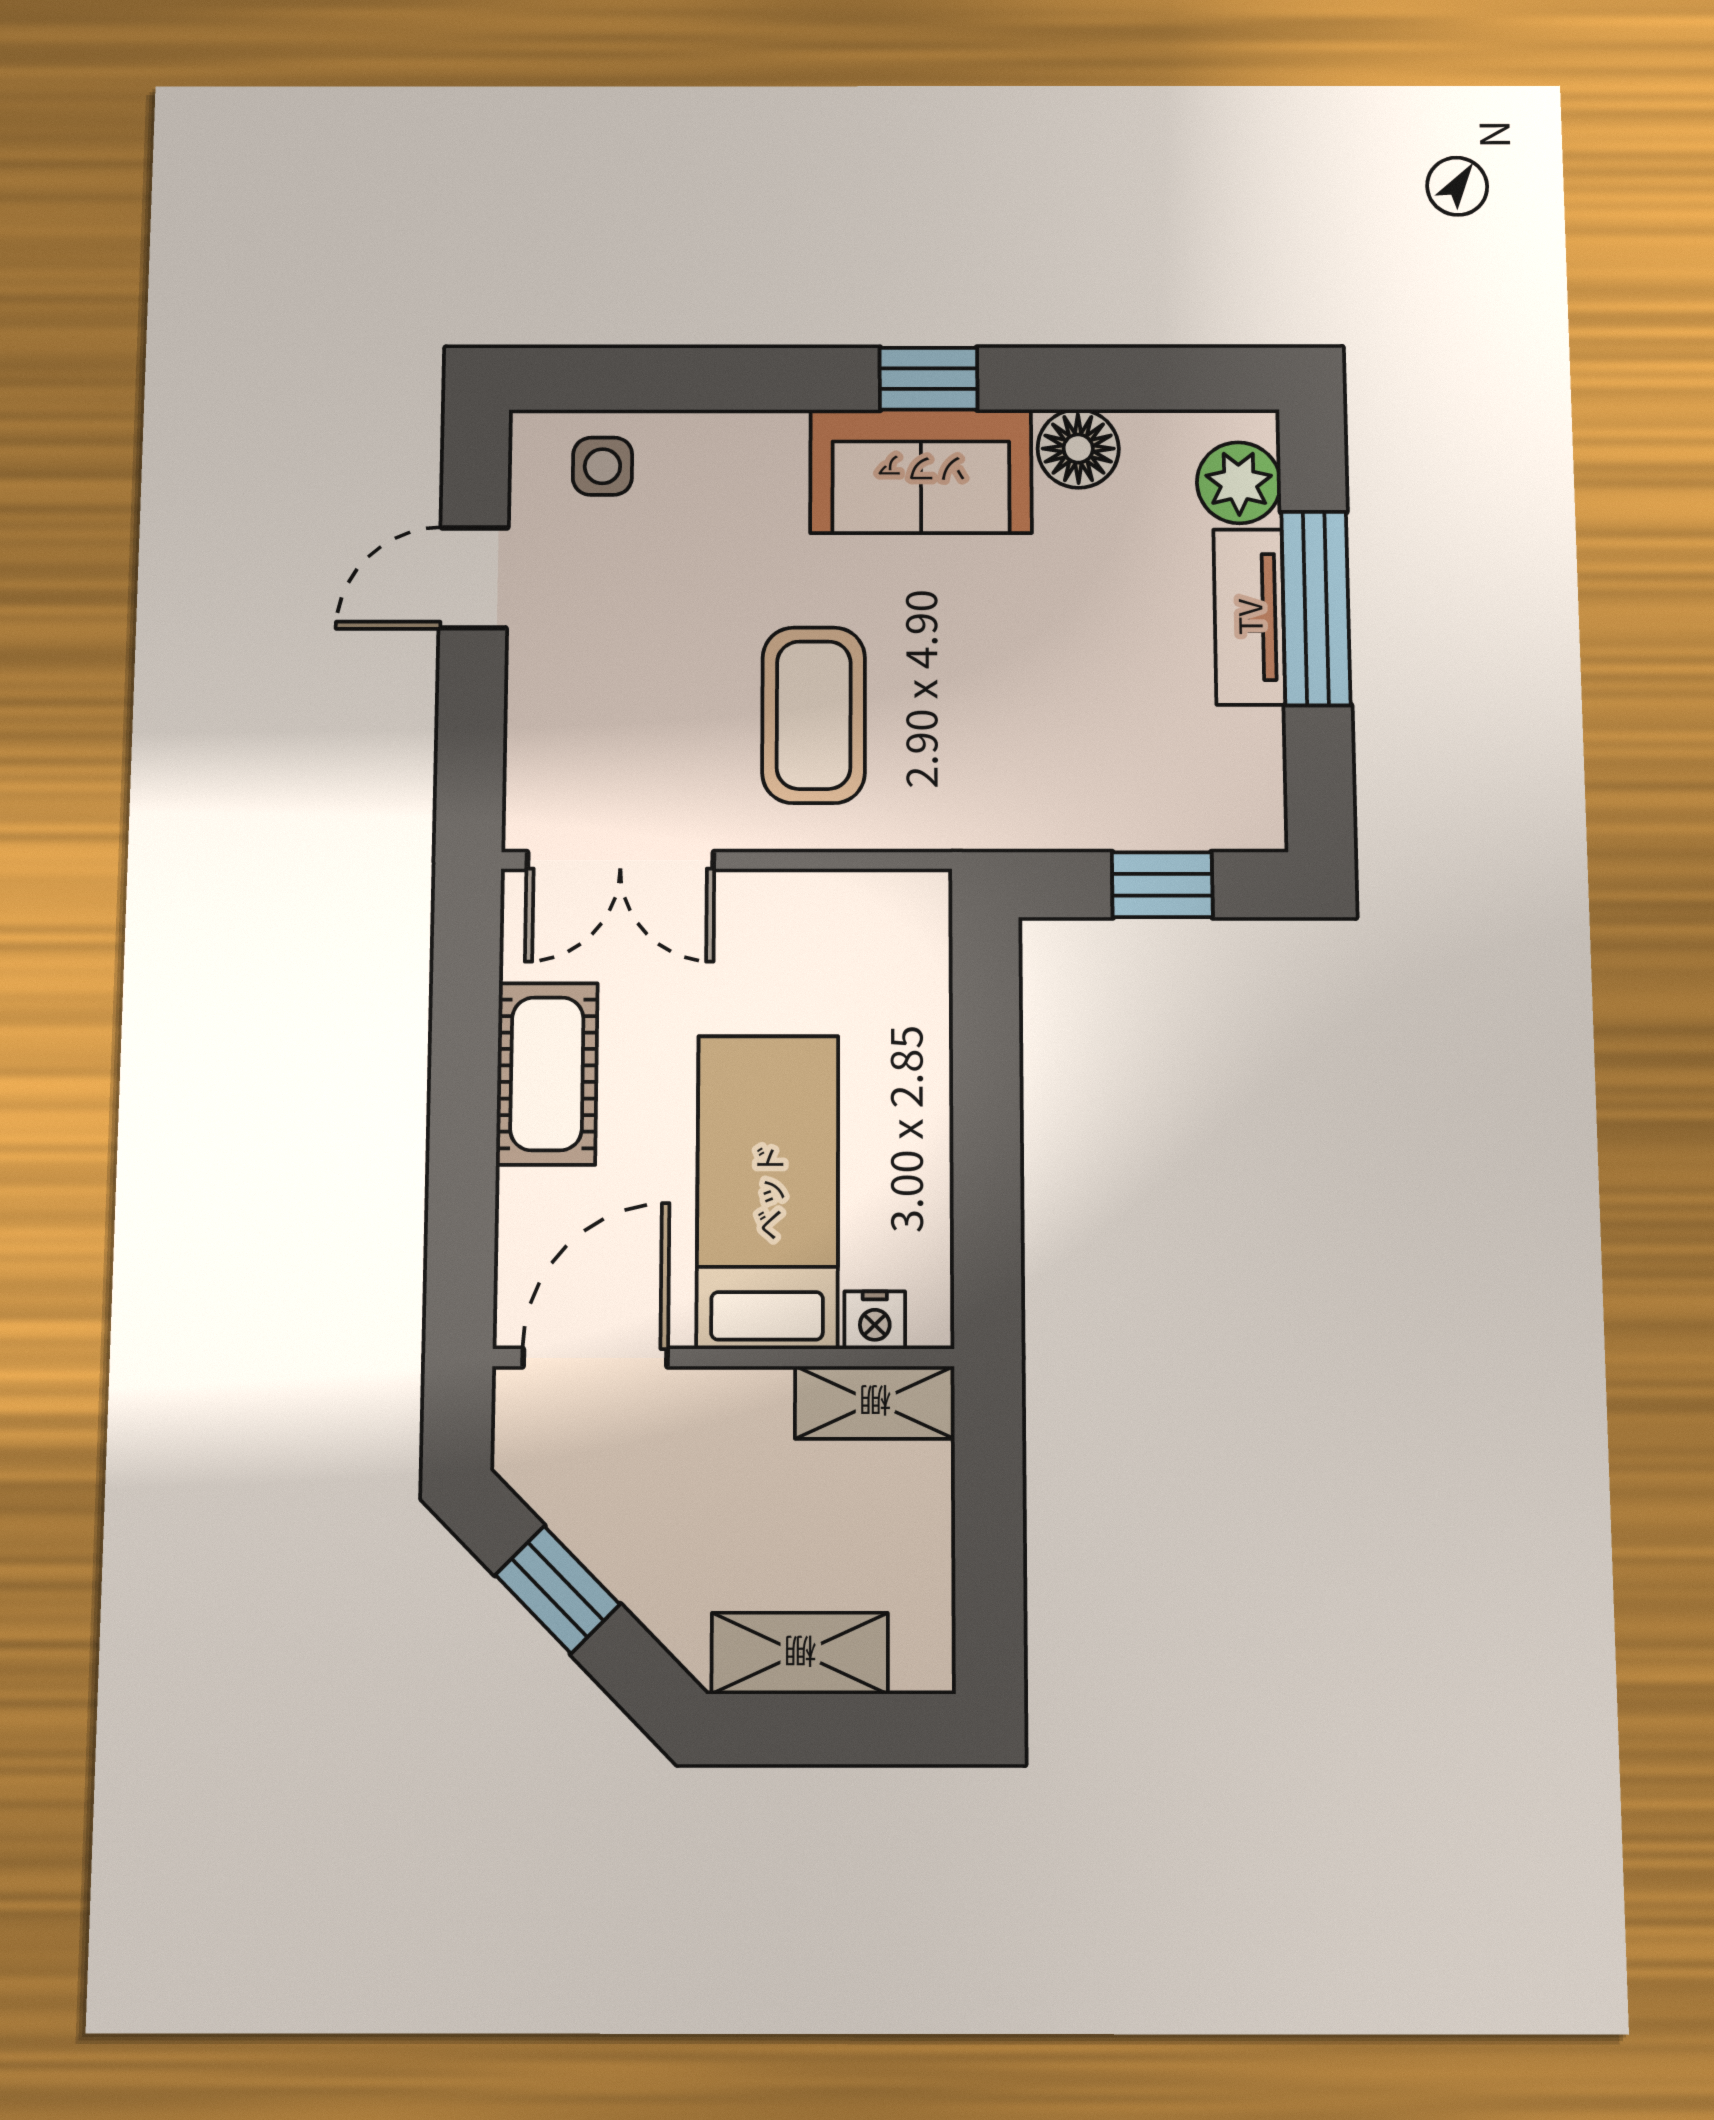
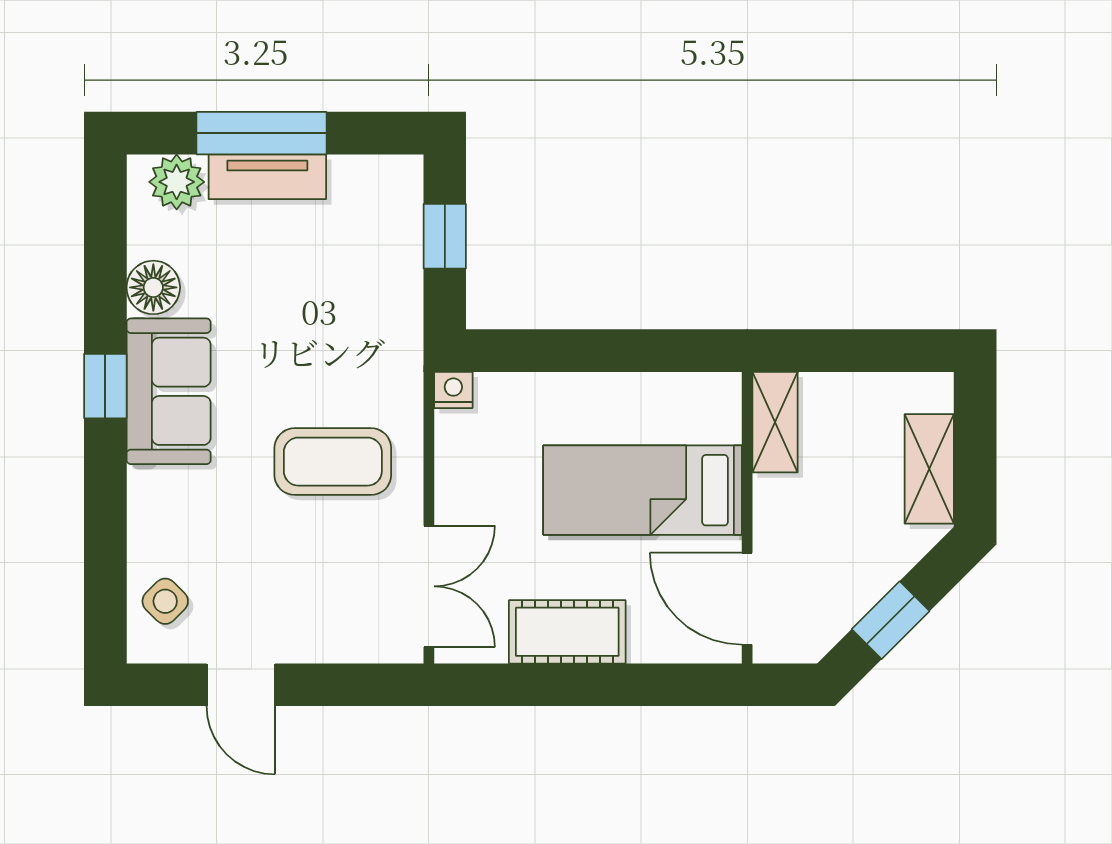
side table: (602, 466) -> (165, 601), turned 45
nightstand: (875, 1320) -> (453, 390), moved, turned -90

